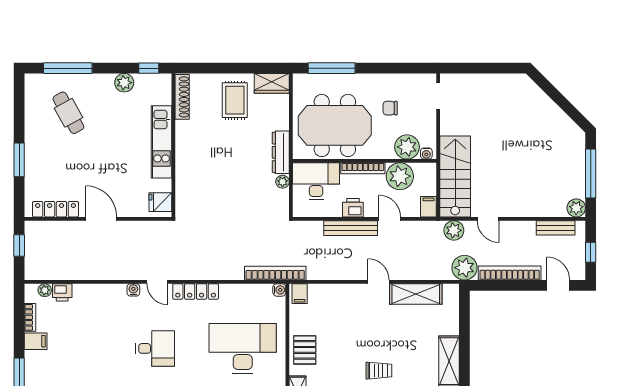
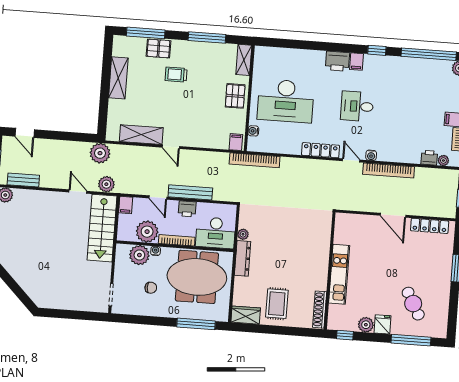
water cooler: (426, 154) -> (156, 251), moved
fridge: (160, 202) -> (382, 324), moved, turned -90
bookcase: (510, 273) -> (389, 170), moved
water cooler: (279, 290) -> (253, 131), moved

